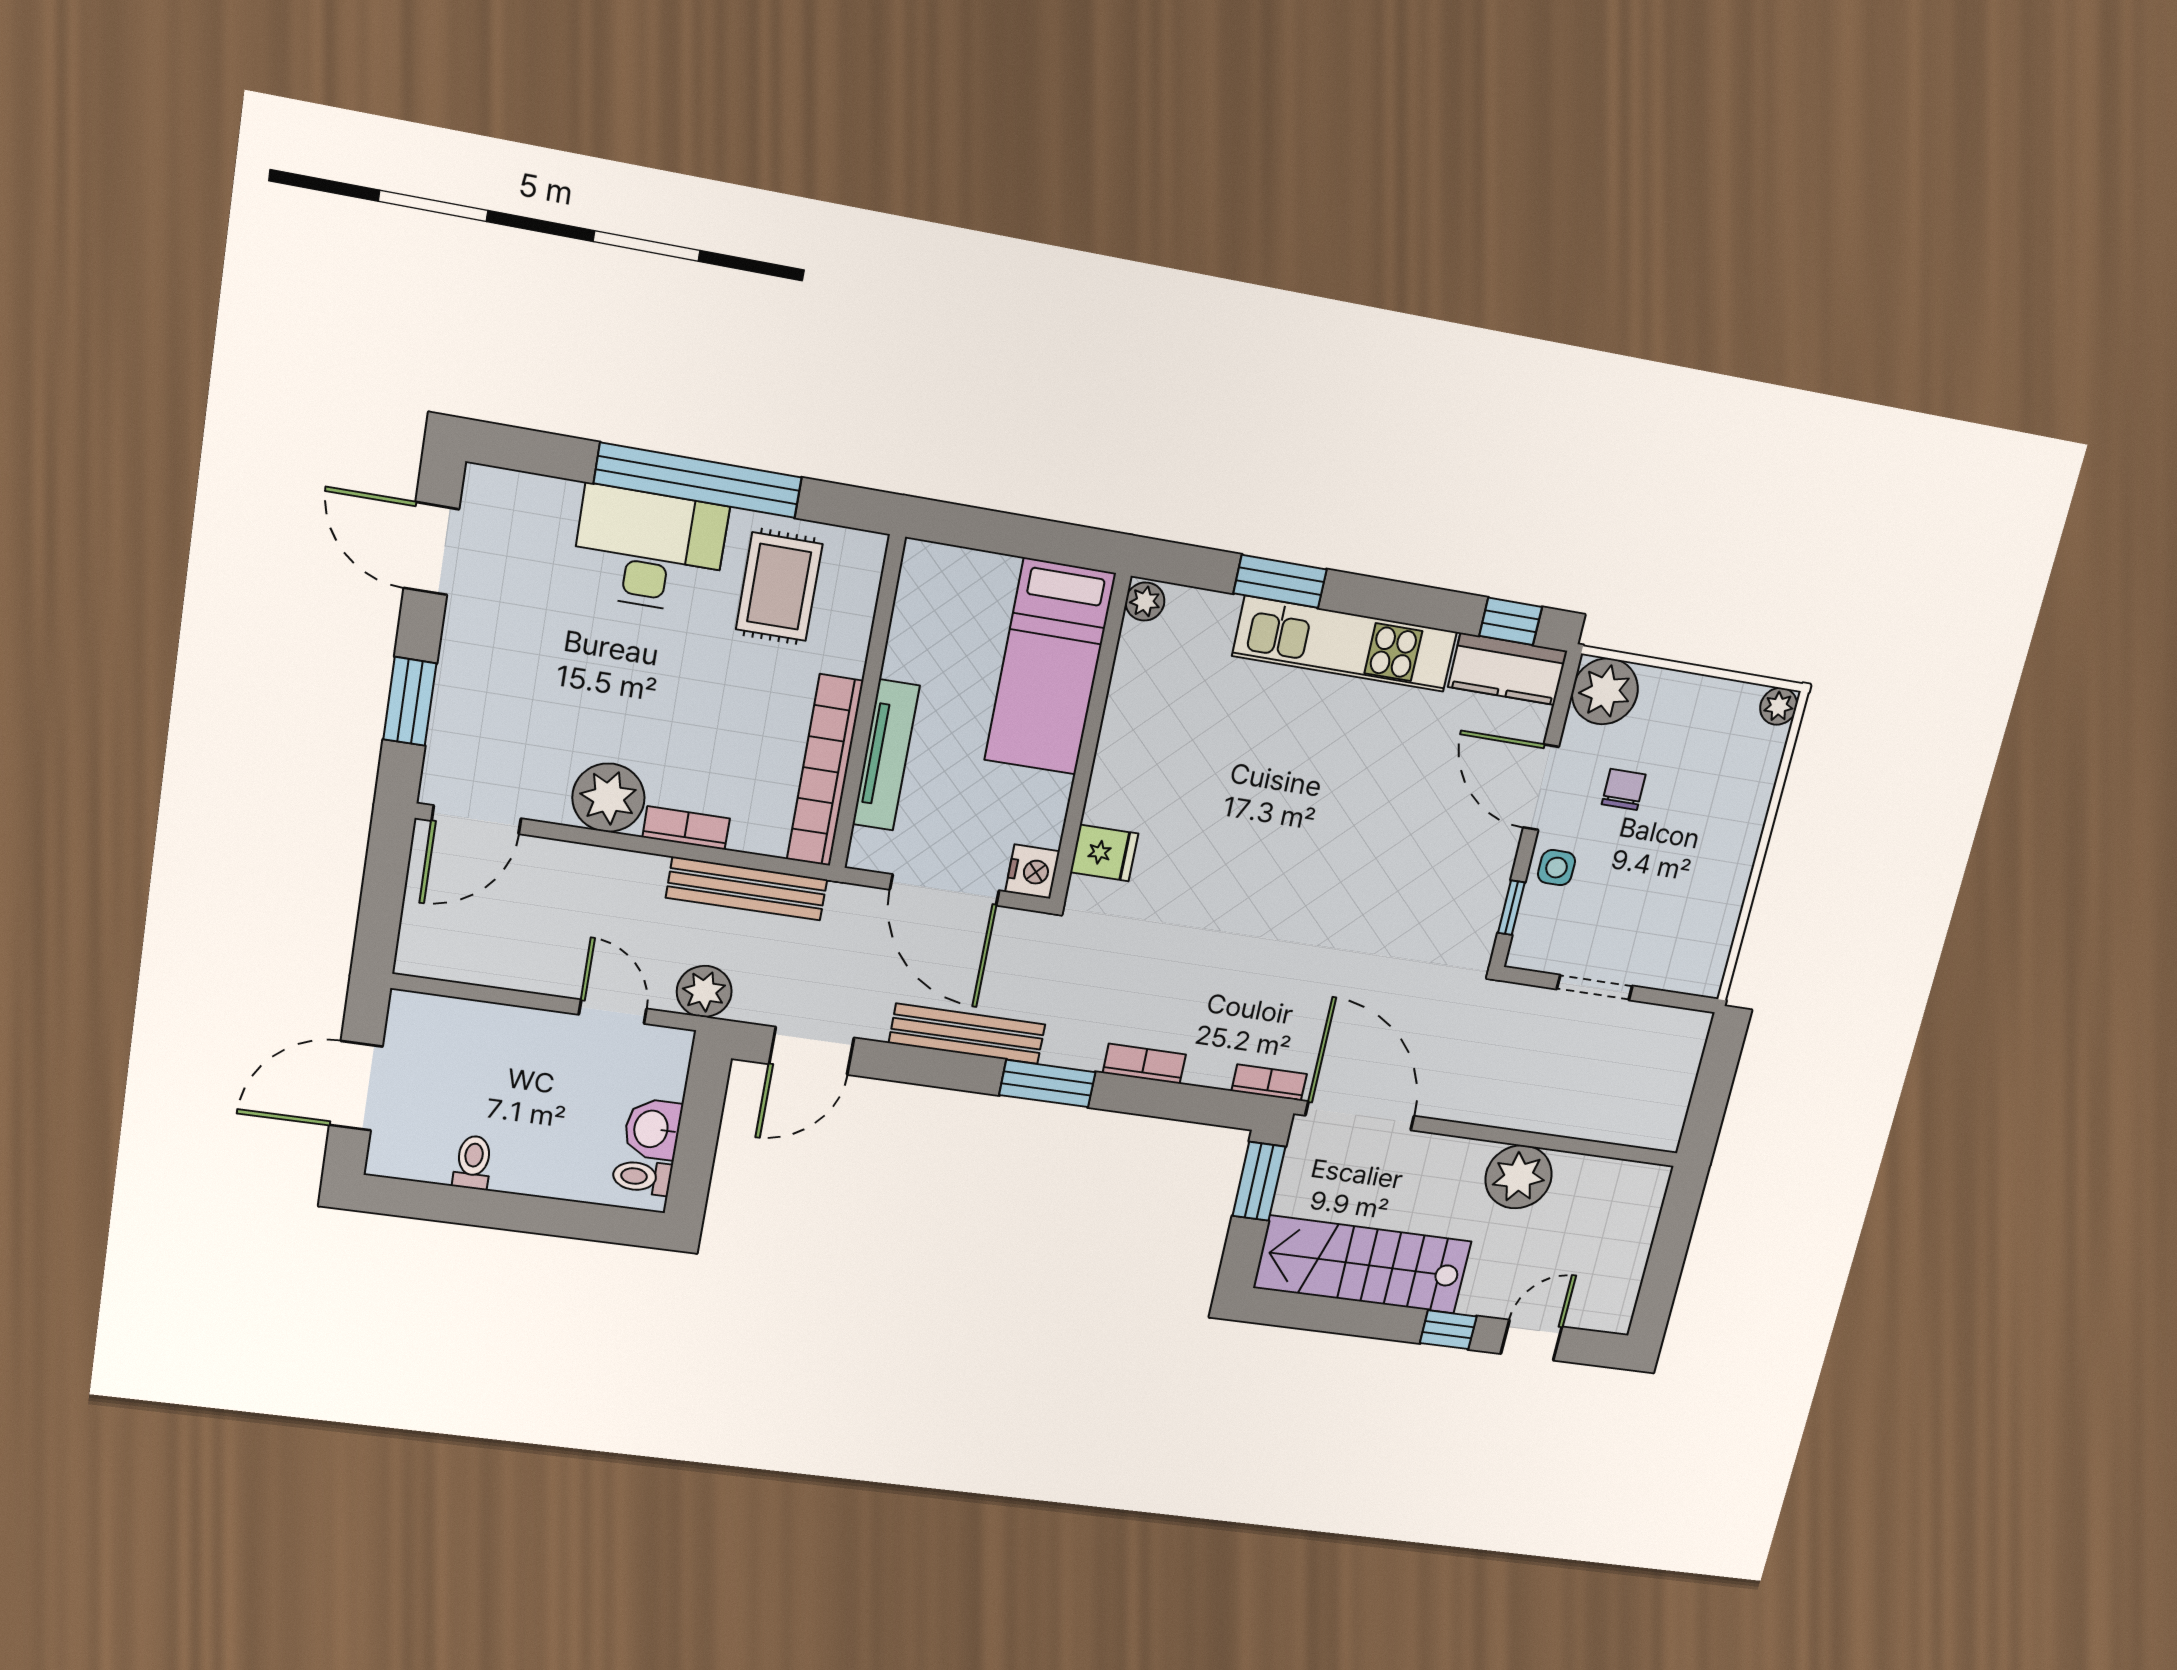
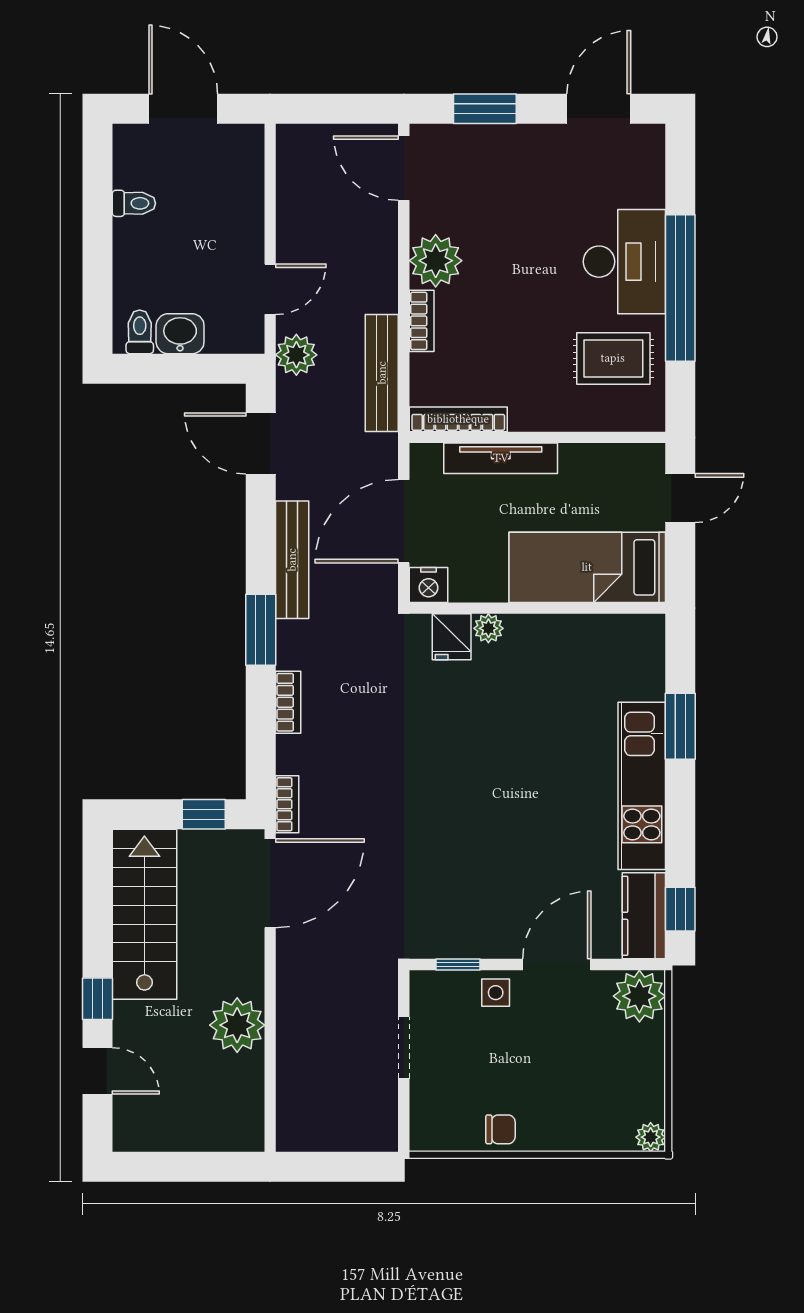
door: (982, 530) -> (680, 498), added
plant: (1145, 602) -> (488, 628), moved
bookcase: (825, 771) -> (458, 419), width x0.68, depth x0.76
chair: (1624, 789) -> (501, 1129), moved
window: (1259, 1181) -> (204, 814), width x0.67

